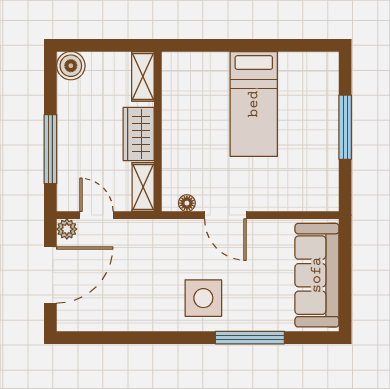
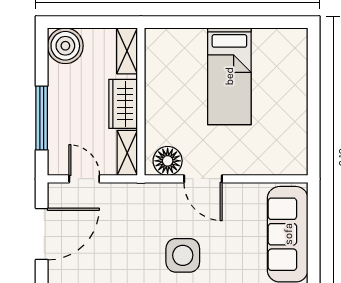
boiler: (71, 66) -> (65, 46), width x1.37, depth x1.37
window: (345, 127) -> (314, 98), removed
floor lamp: (187, 203) -> (168, 161), width x1.89, depth x1.89
plant: (67, 229) -> (57, 192), removed

